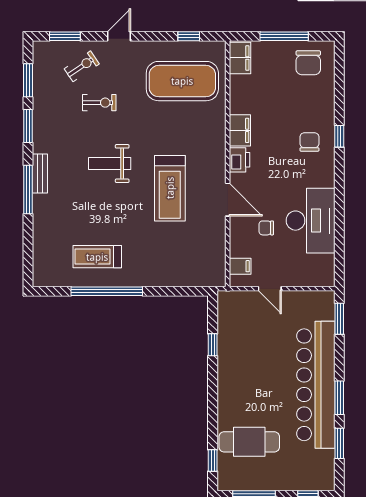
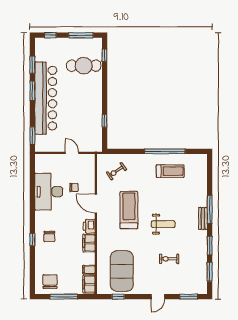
exercise bike: (82, 66) -> (116, 171), moved
exercise mat: (182, 81) -> (122, 271), turned 90
filing cabinet: (240, 266) -> (89, 270), moved

